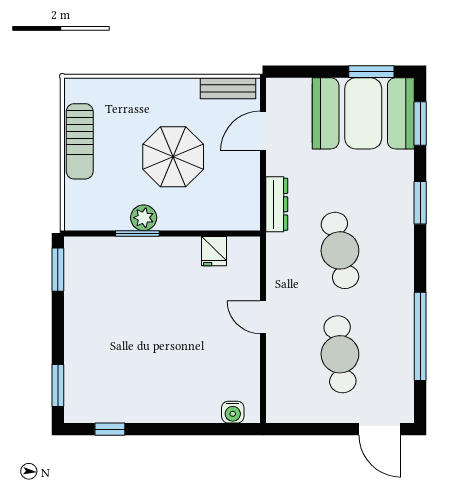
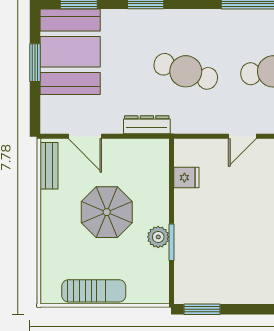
window: (371, 72) -> (35, 63), moved
cafe table: (340, 250) -> (186, 71), turned 30

